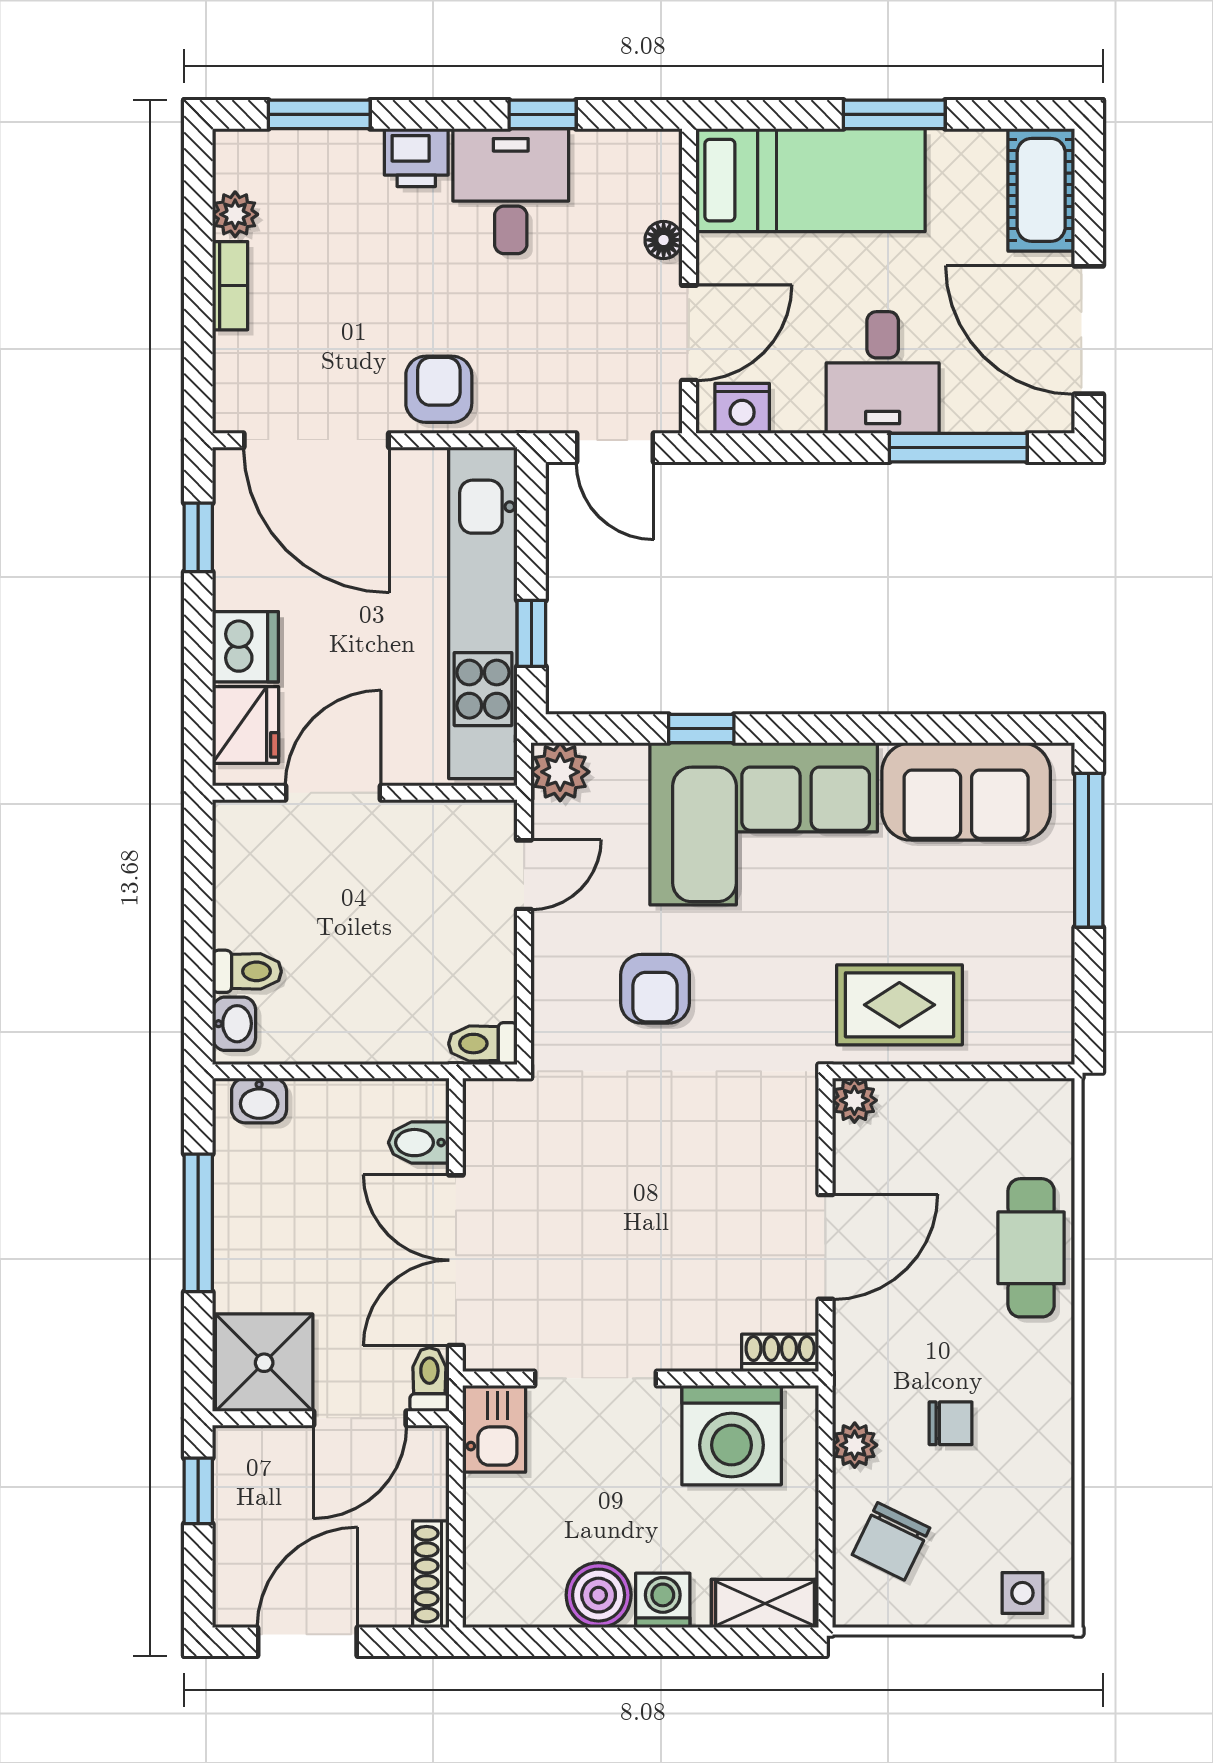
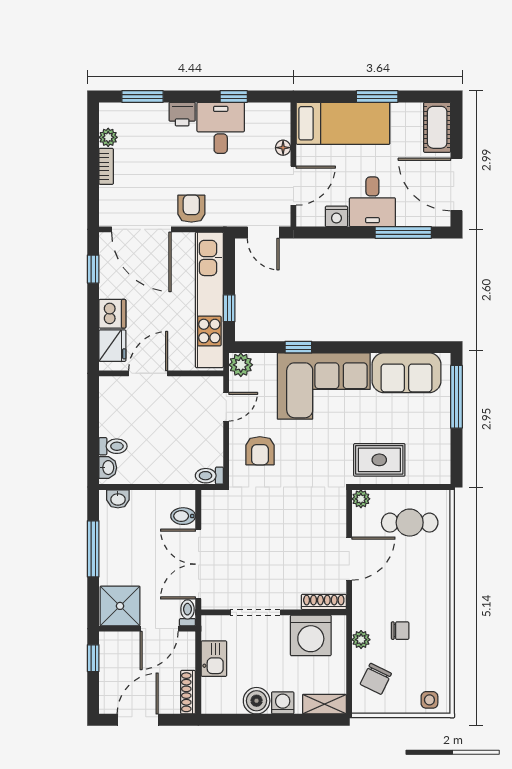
nightstand: (742, 408) -> (336, 216), moved
armchair: (655, 989) -> (260, 451), moved
cafe table: (1031, 1248) -> (410, 523), moved, turned 90
shoe rack: (780, 1353) -> (324, 602), width x1.43
kitchen sink: (494, 1429) -> (214, 659), moved

